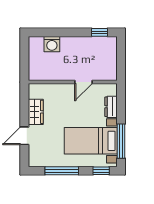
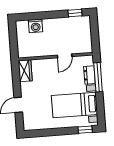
wardrobe: (36, 112) -> (25, 71), moved
window: (121, 141) -> (98, 77), moved
window: (62, 171) -> (52, 132), removed

